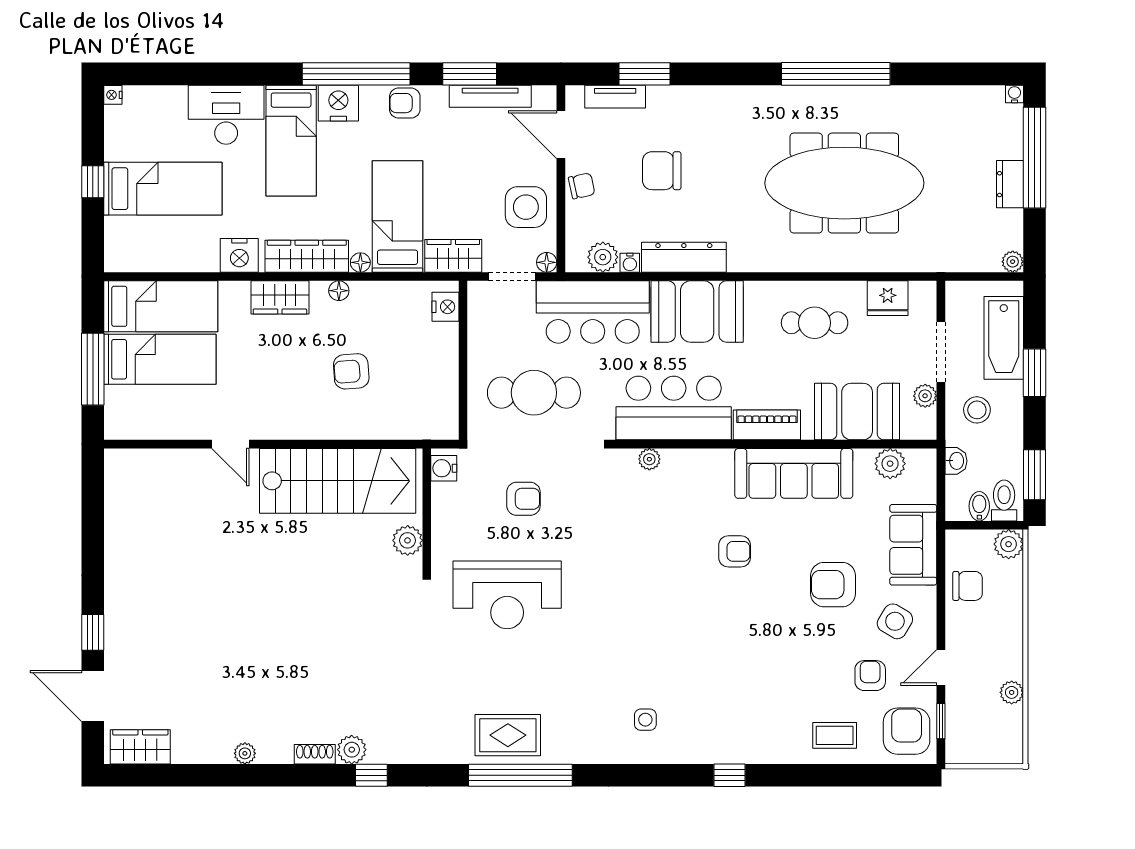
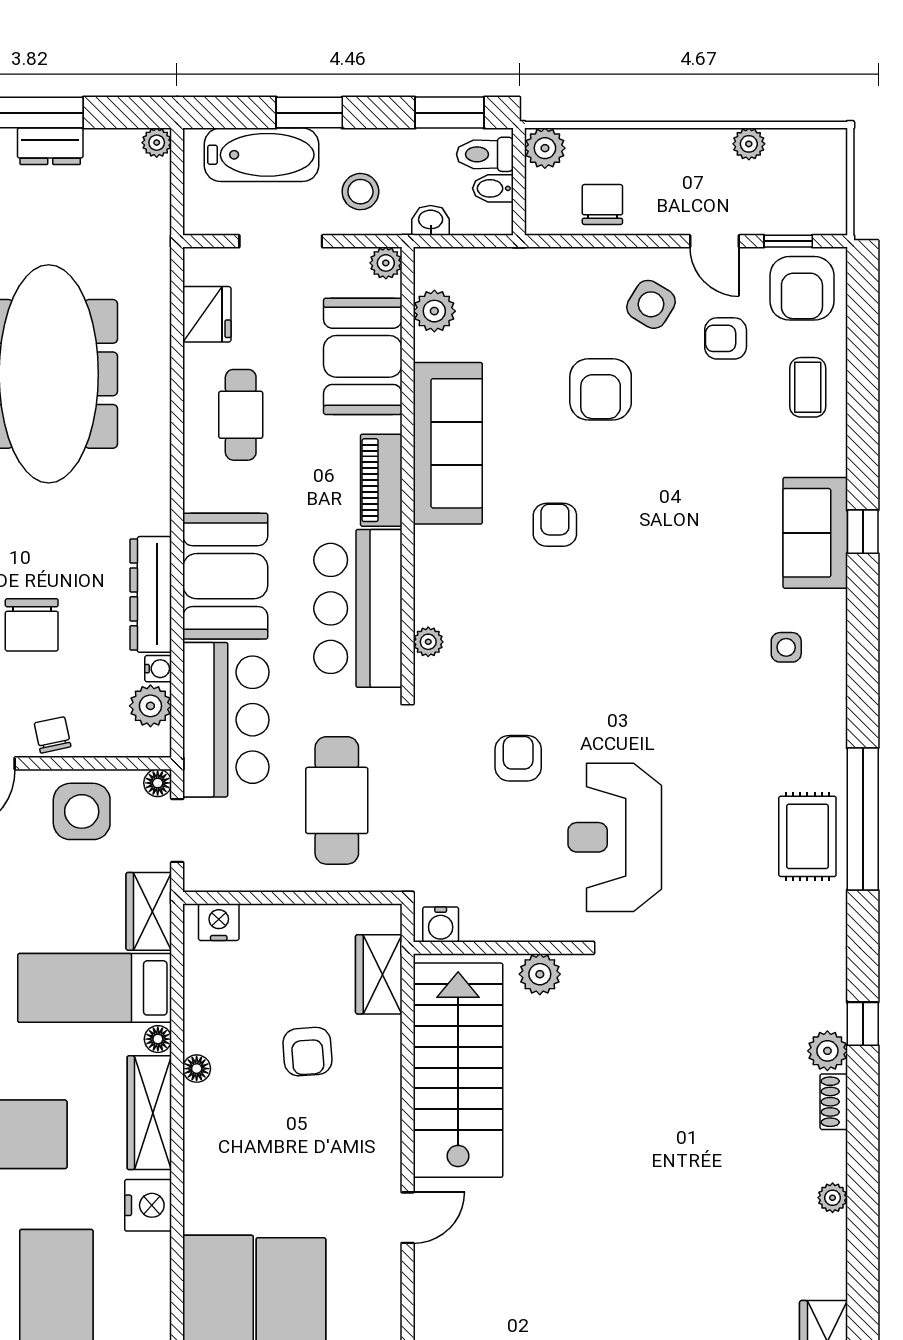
wardrobe: (280, 297) -> (379, 974), moved, turned 180
plant: (925, 396) -> (386, 263), moved
armchair: (523, 499) -> (518, 758), moved
sofa: (913, 545) -> (815, 533), moved, turned 90
reception desk: (507, 595) -> (615, 837), turned 180
armchair: (907, 731) -> (802, 288), turned -90

